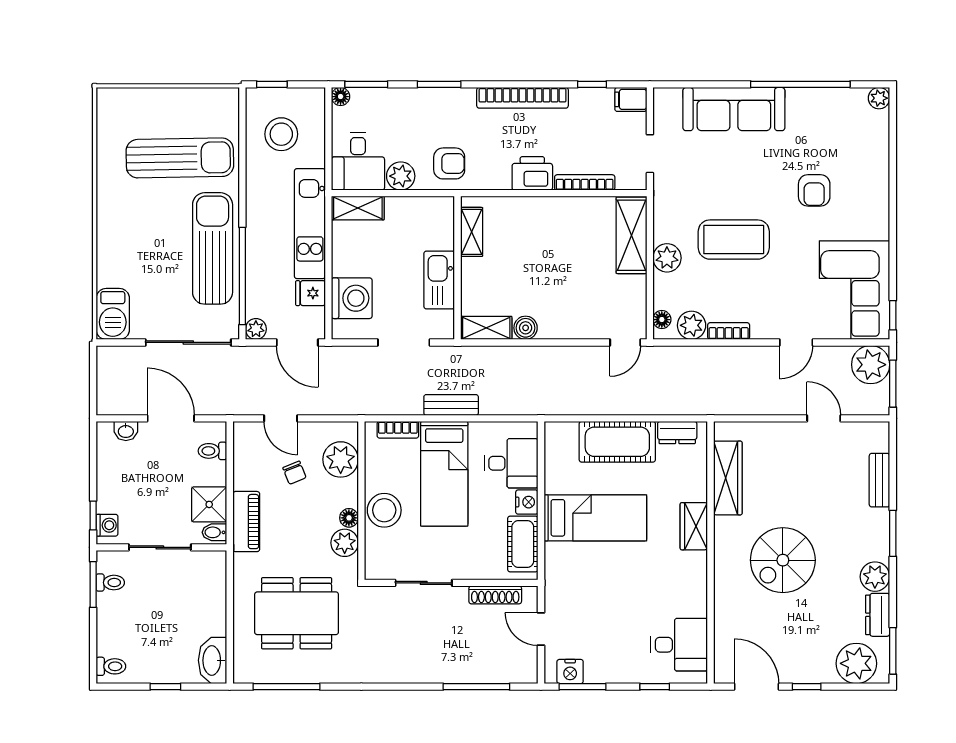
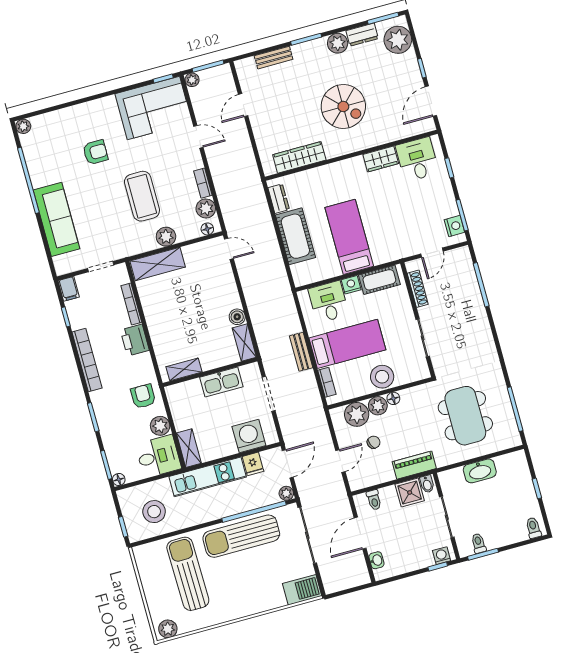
plant: (109, 108) -> (168, 629), added
plant: (871, 365) -> (192, 80), width x0.53, depth x0.53
wardrobe: (694, 526) -> (381, 159), moved
plant: (345, 543) -> (378, 406), moved
washbasin: (213, 660) -> (480, 471), moved

